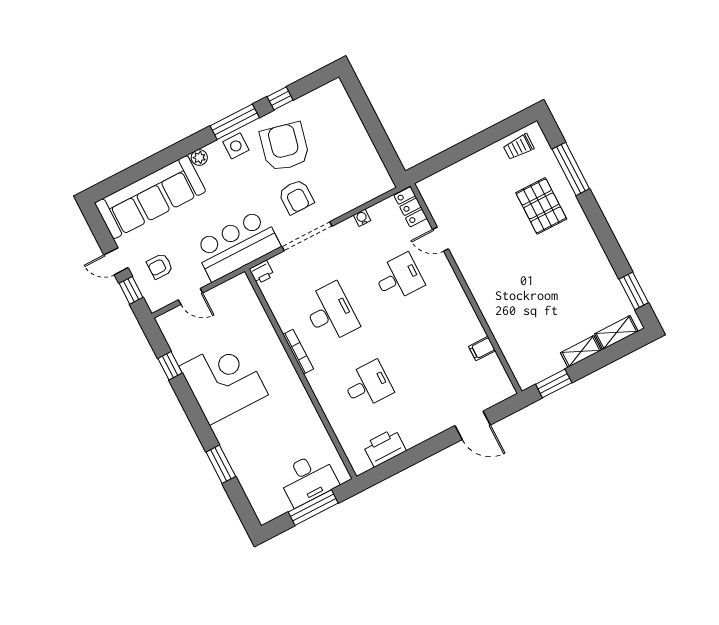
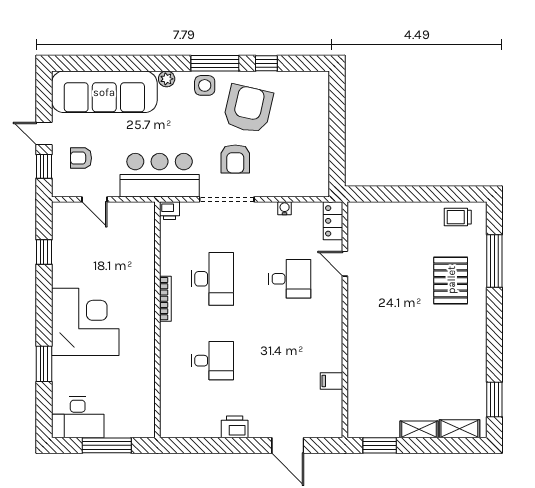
corner desk: (224, 381) -> (85, 322), moved
printer: (384, 448) -> (235, 427), moved, width x0.73, depth x0.84
desk: (308, 479) -> (78, 417), moved

